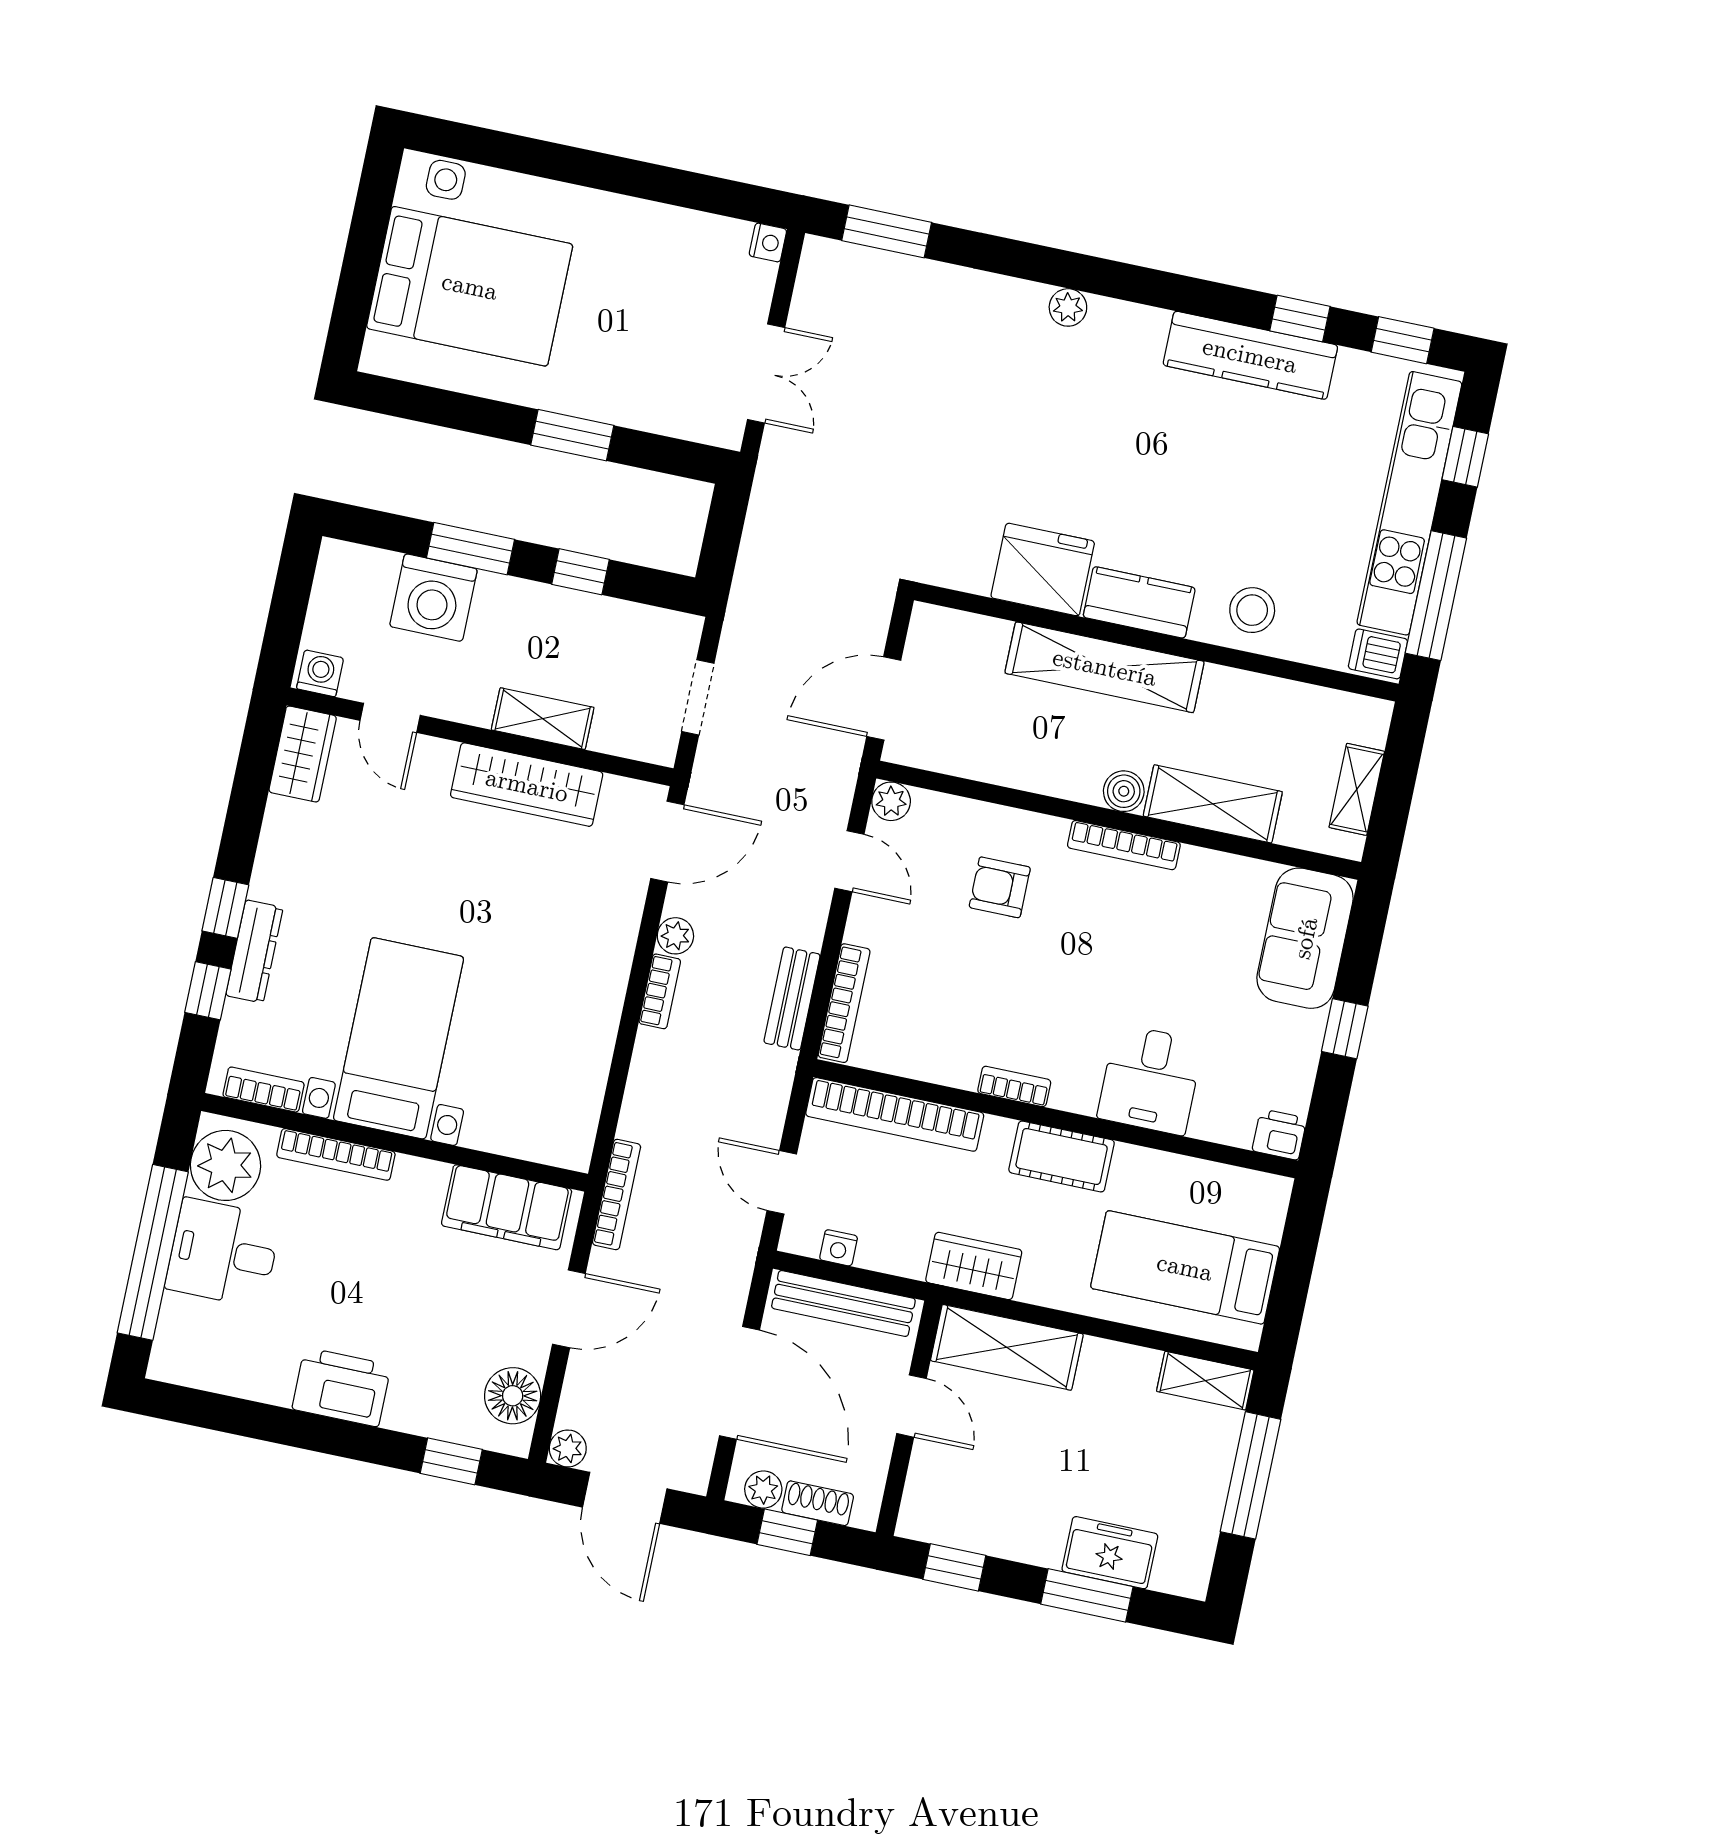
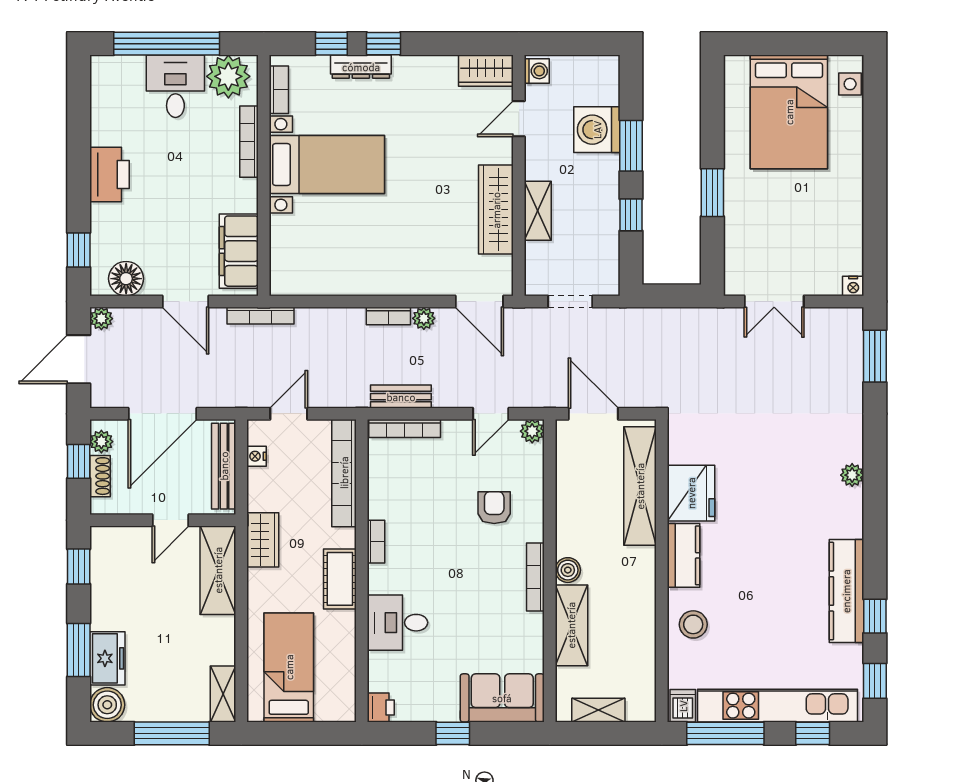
shelving: (1105, 667) -> (640, 486), moved
boiler: (1184, 1568) -> (107, 705), added

